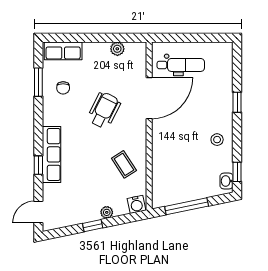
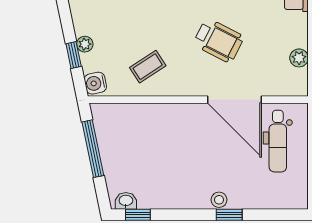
stool: (217, 140) -> (219, 200), moved
window: (93, 226) -> (74, 55), moved

